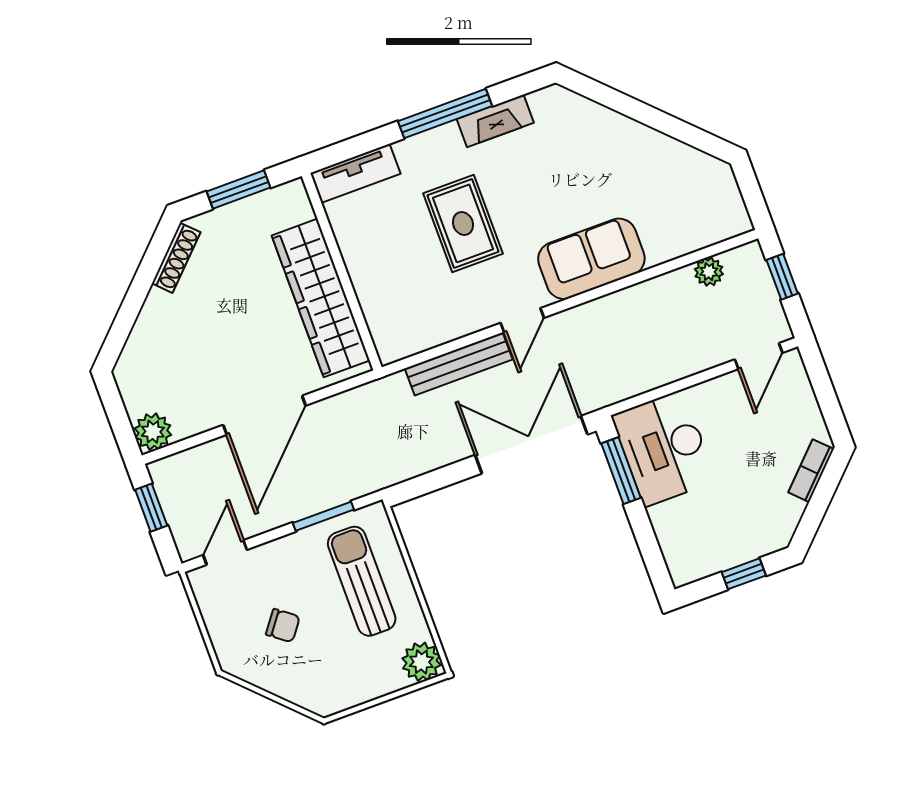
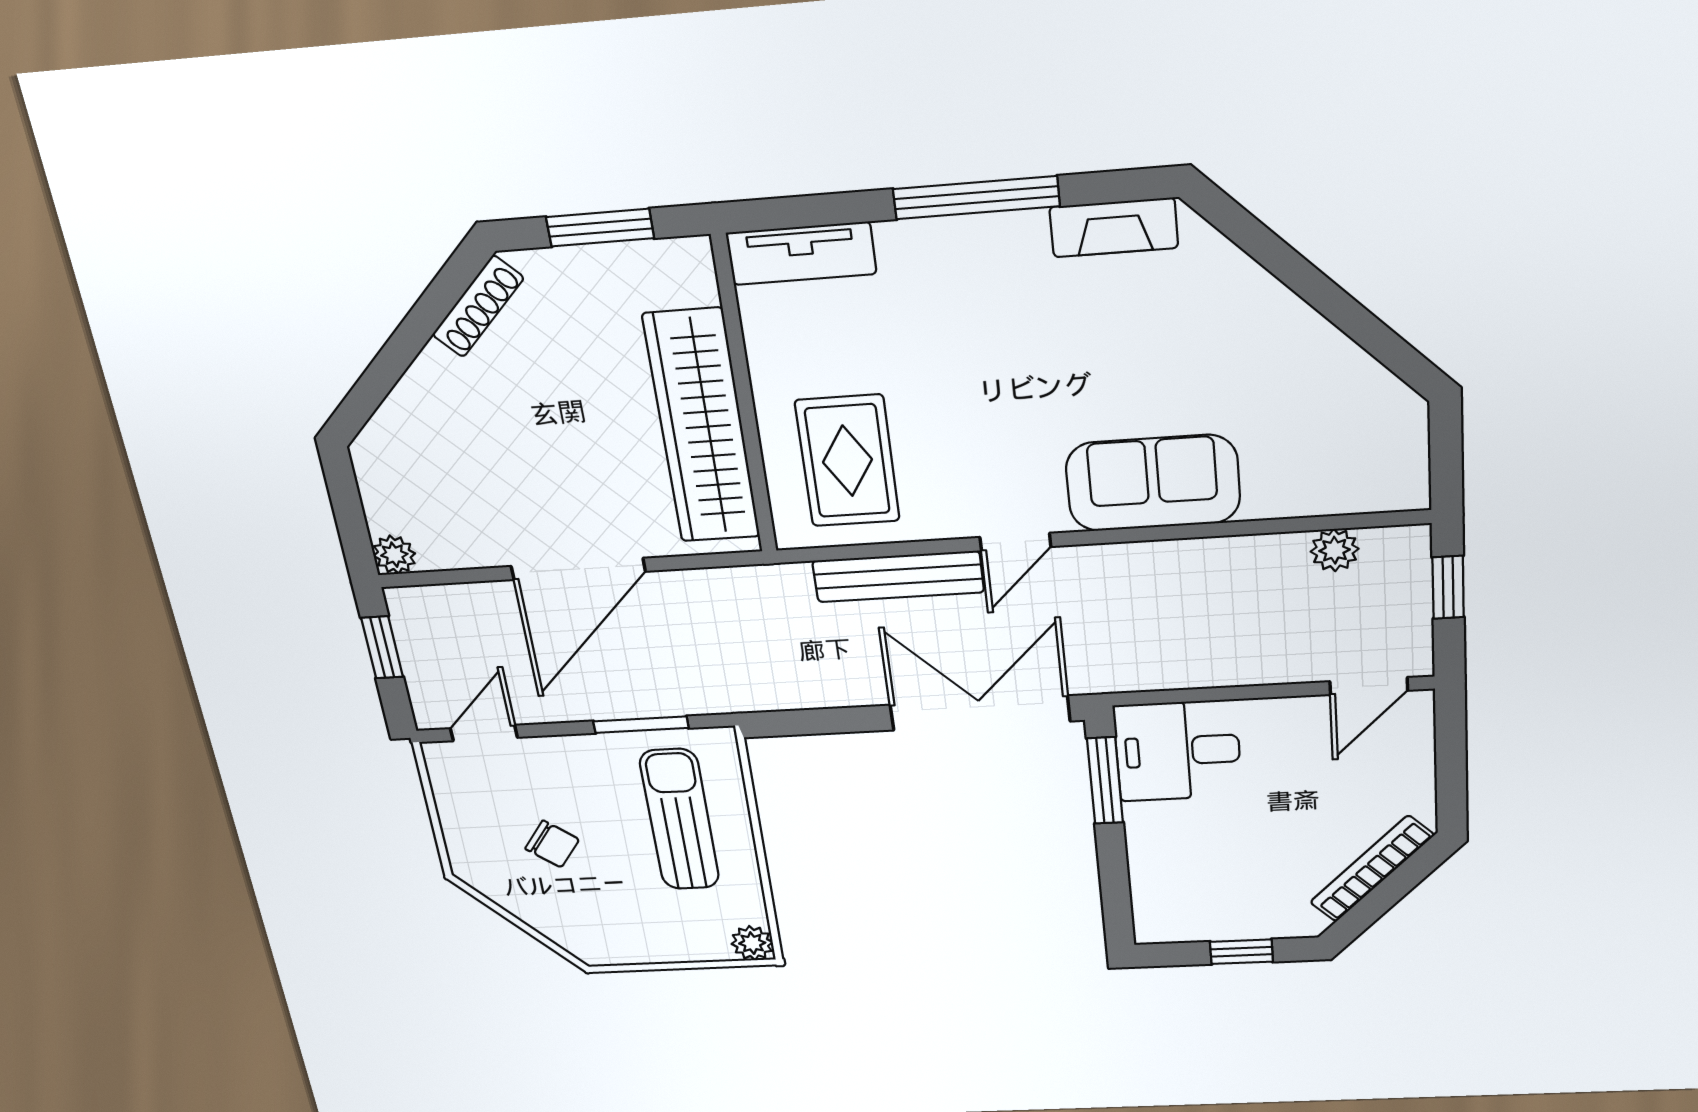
fireplace: (495, 121) -> (1114, 227), moved
rug: (463, 223) -> (847, 461), moved
plant: (153, 432) -> (394, 555), width x0.73, depth x0.73
desk: (664, 448) -> (1178, 751), width x0.73
bookcase: (811, 471) -> (1372, 869), width x1.56
plant: (421, 662) -> (752, 943), width x0.73, depth x0.73

